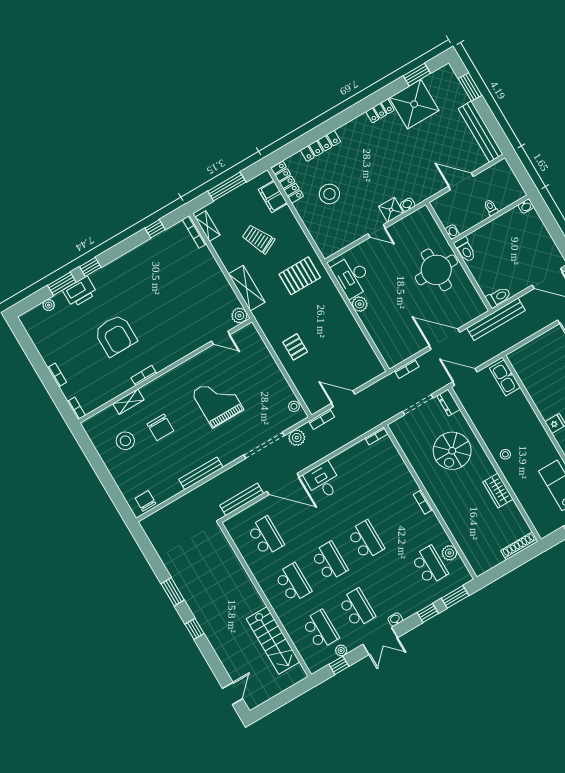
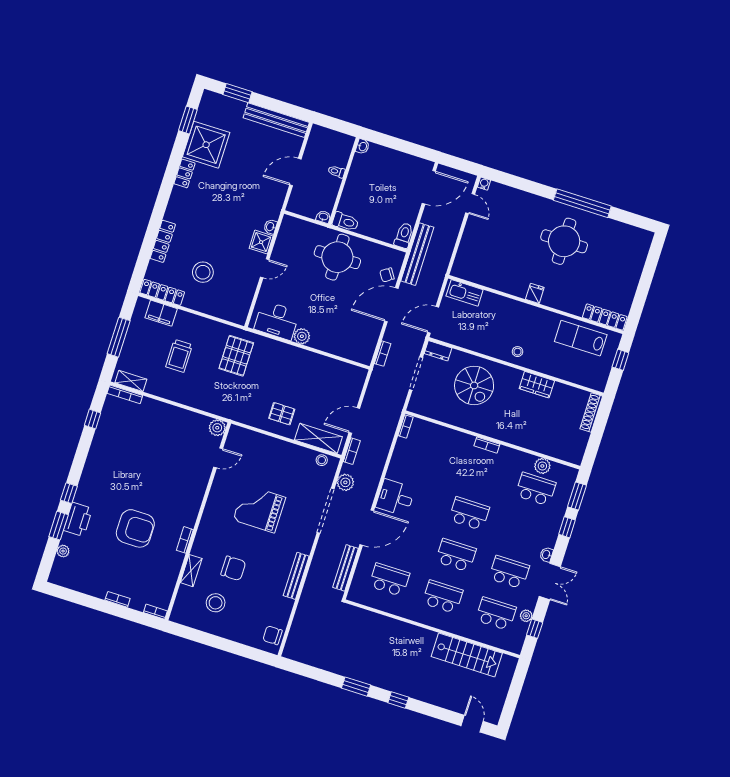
trolley: (258, 239) -> (179, 356), turned -64
shelving: (247, 288) -> (318, 438), moved
chair: (461, 315) -> (387, 275), added

